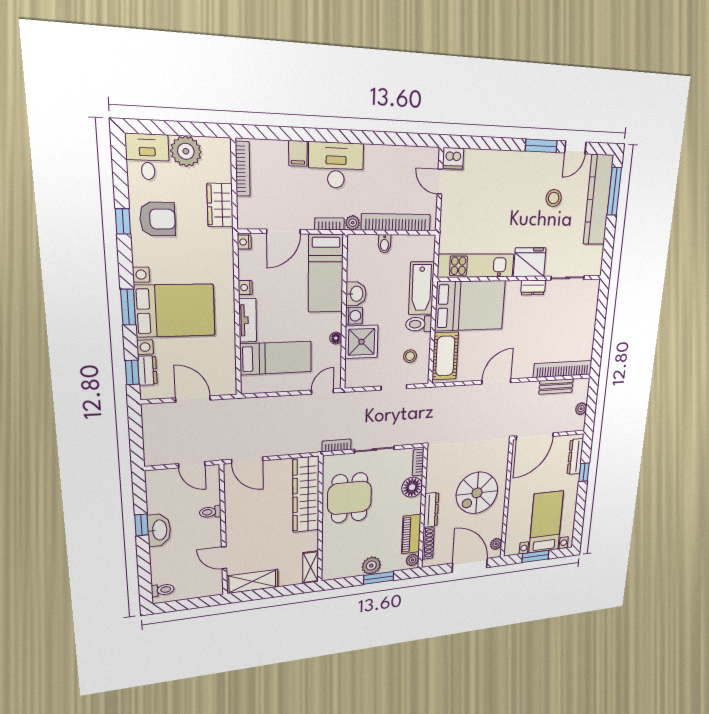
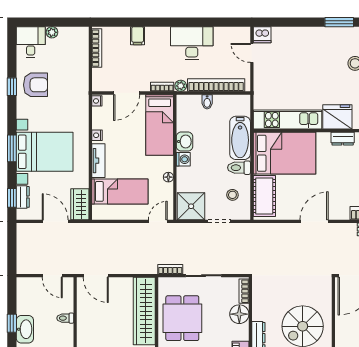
plant: (186, 151) -> (52, 32), width x0.53, depth x0.53
desk: (336, 165) -> (192, 43), moved
wardrobe: (220, 205) -> (80, 204), moved
shower: (361, 342) -> (191, 206), moved

